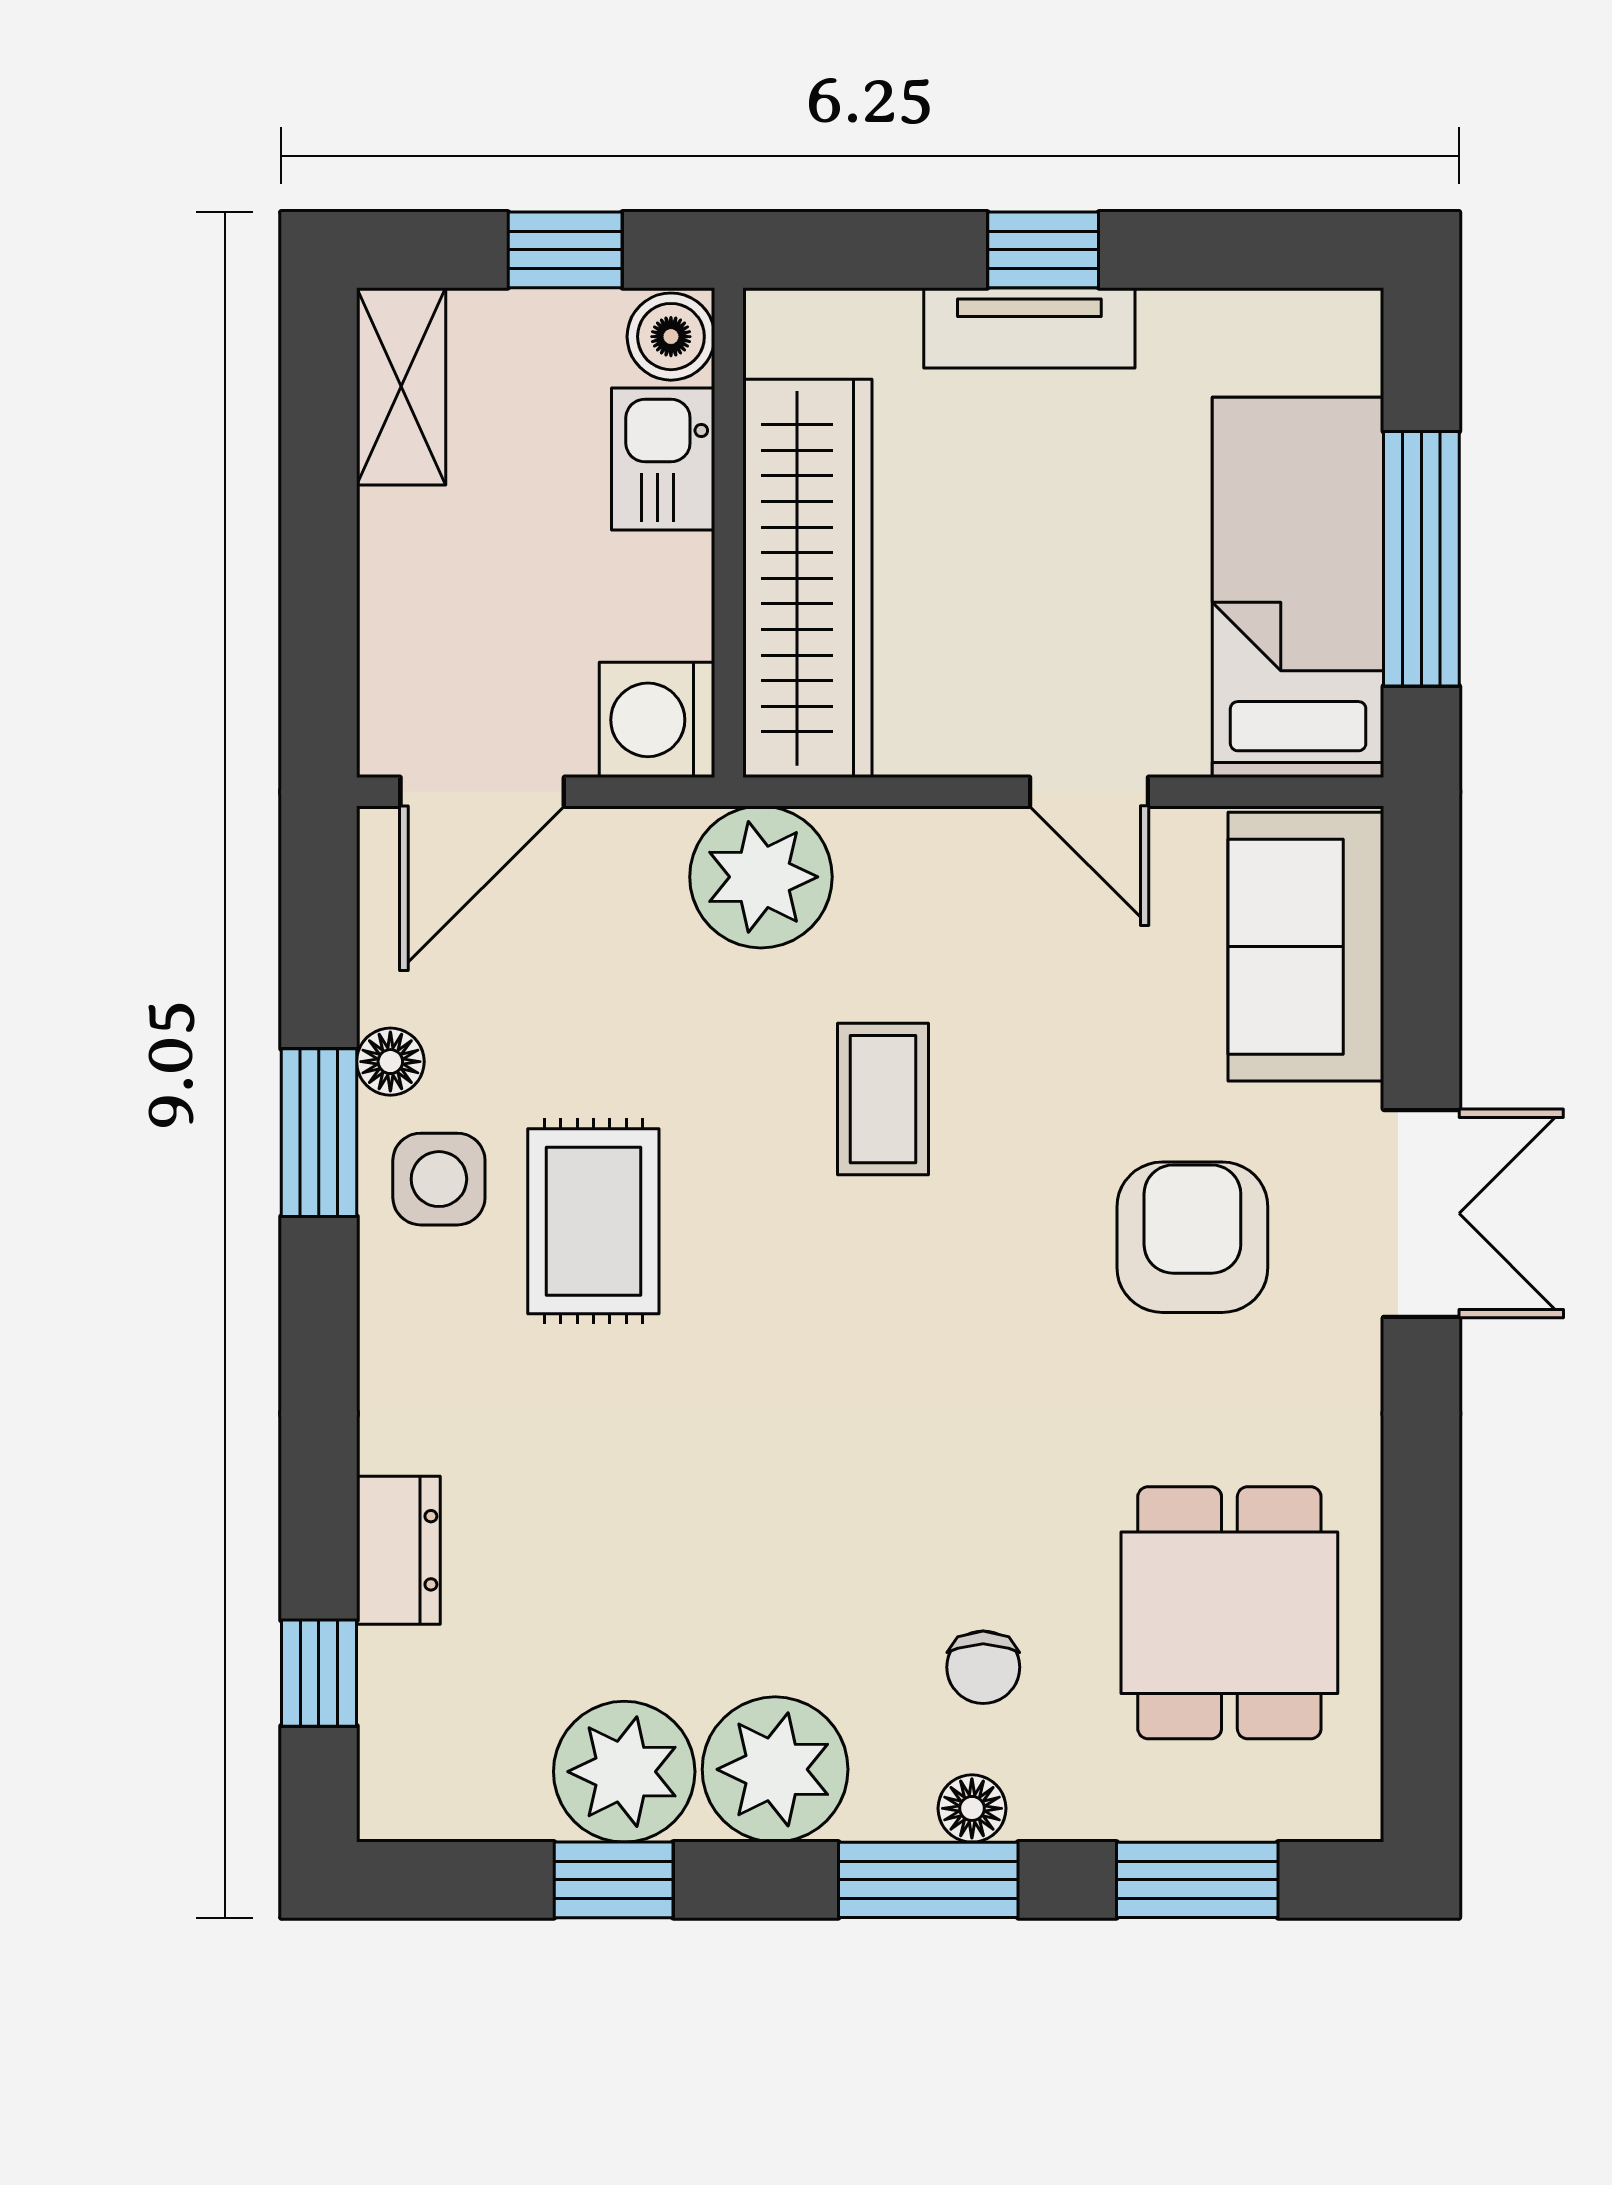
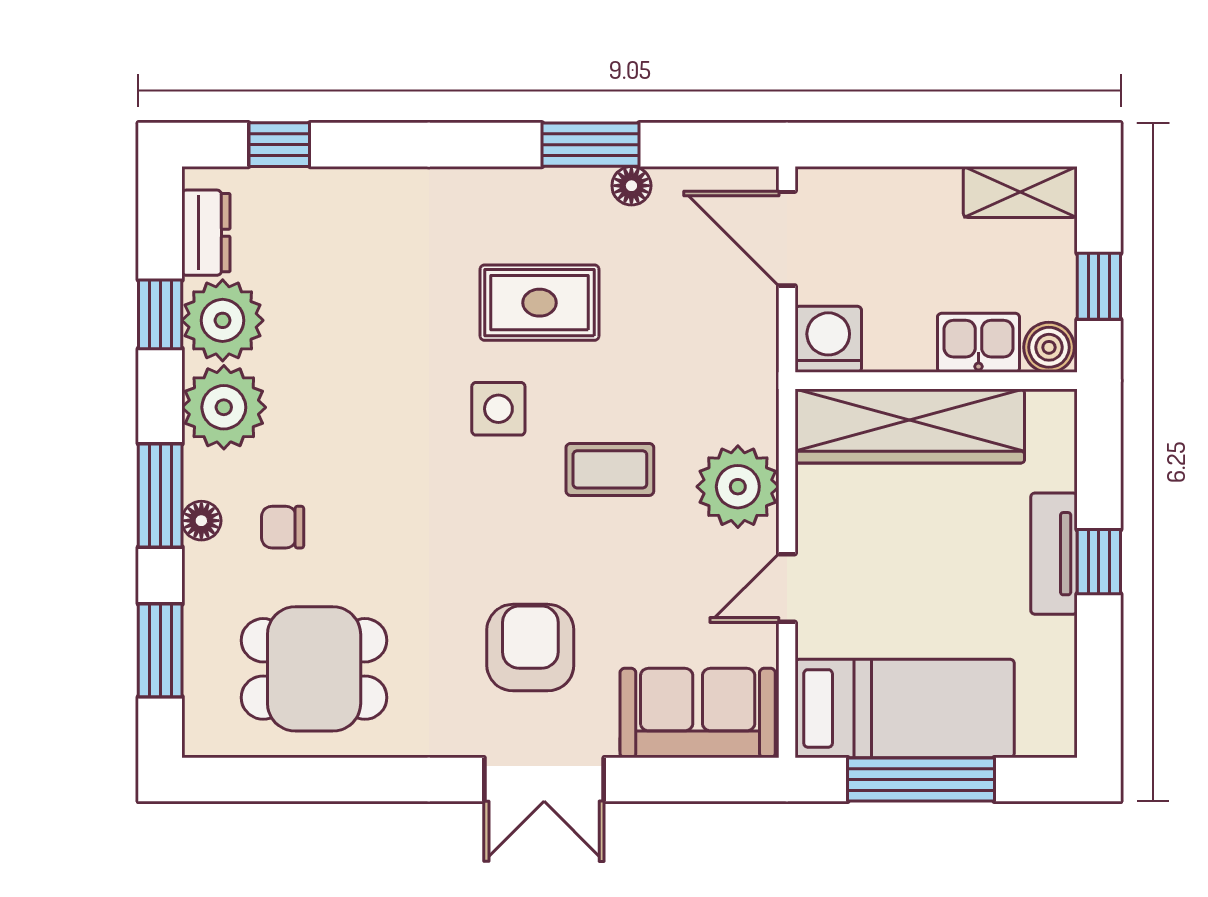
plant: (761, 877) -> (738, 487), moved
side table: (439, 1179) -> (498, 409), moved
armchair: (1192, 1237) -> (530, 648), turned -90
dresser: (398, 1550) -> (206, 233), moved, turned -90

